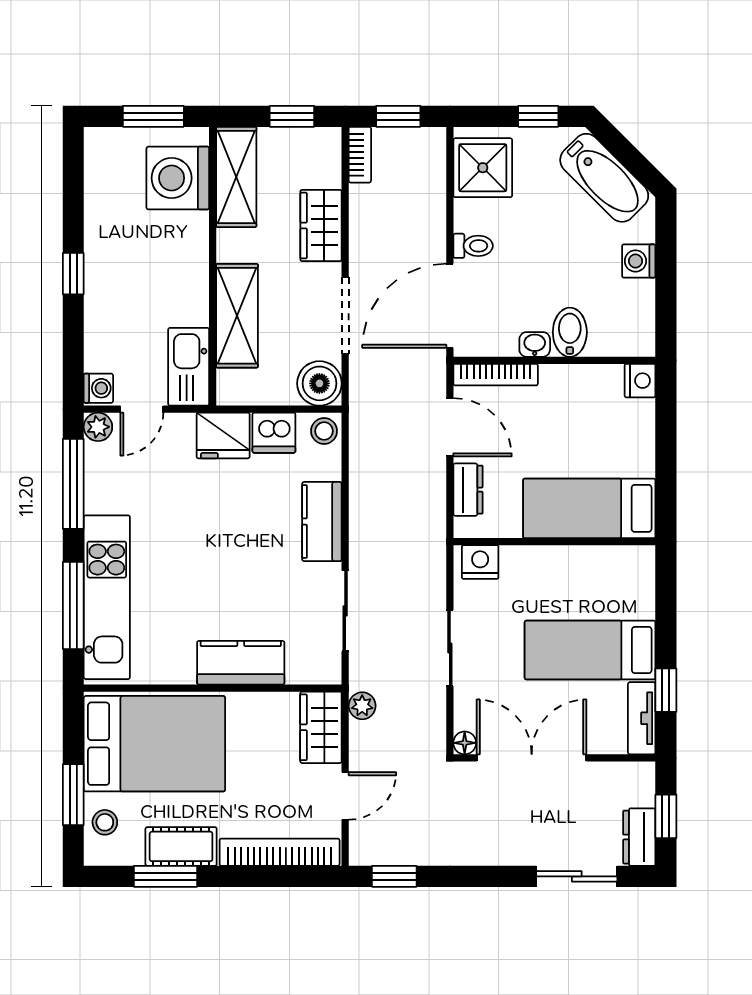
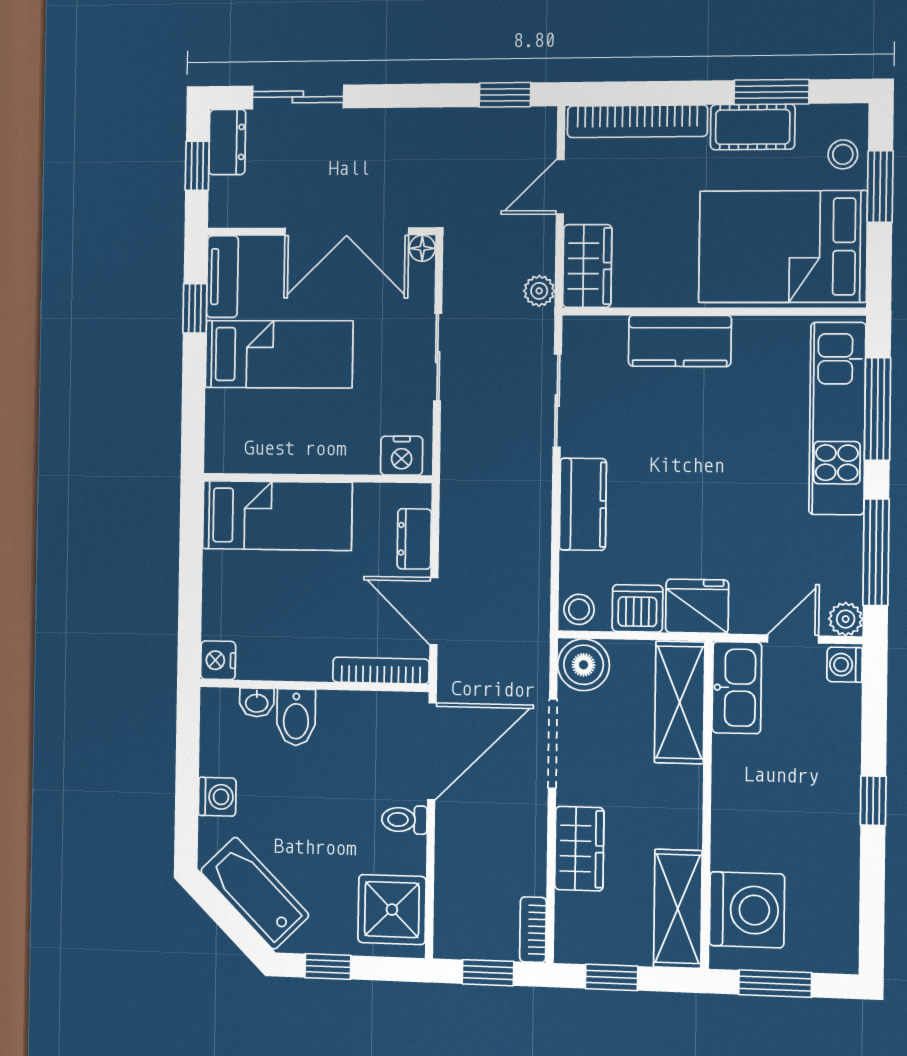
shelving: (237, 316) -> (680, 702), moved
washbasin: (535, 344) -> (257, 702), moved

